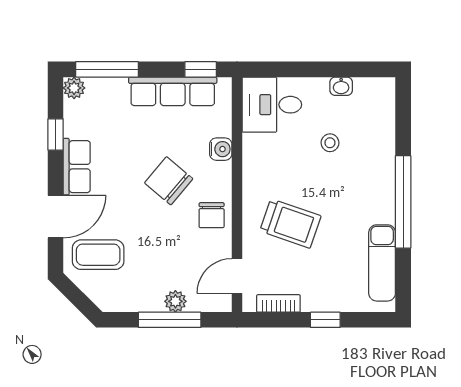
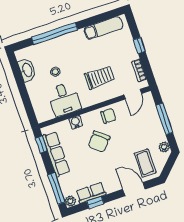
washbasin: (341, 86) -> (27, 70), width x1.91, depth x1.45
desk: (272, 105) -> (64, 99), moved
row of seats: (77, 167) -> (91, 193), moved
window: (403, 202) -> (55, 34), moved
trolley: (290, 223) -> (100, 77), turned 70
door: (237, 276) -> (133, 94), hinge flipped
plant: (175, 301) -> (164, 147), moved

